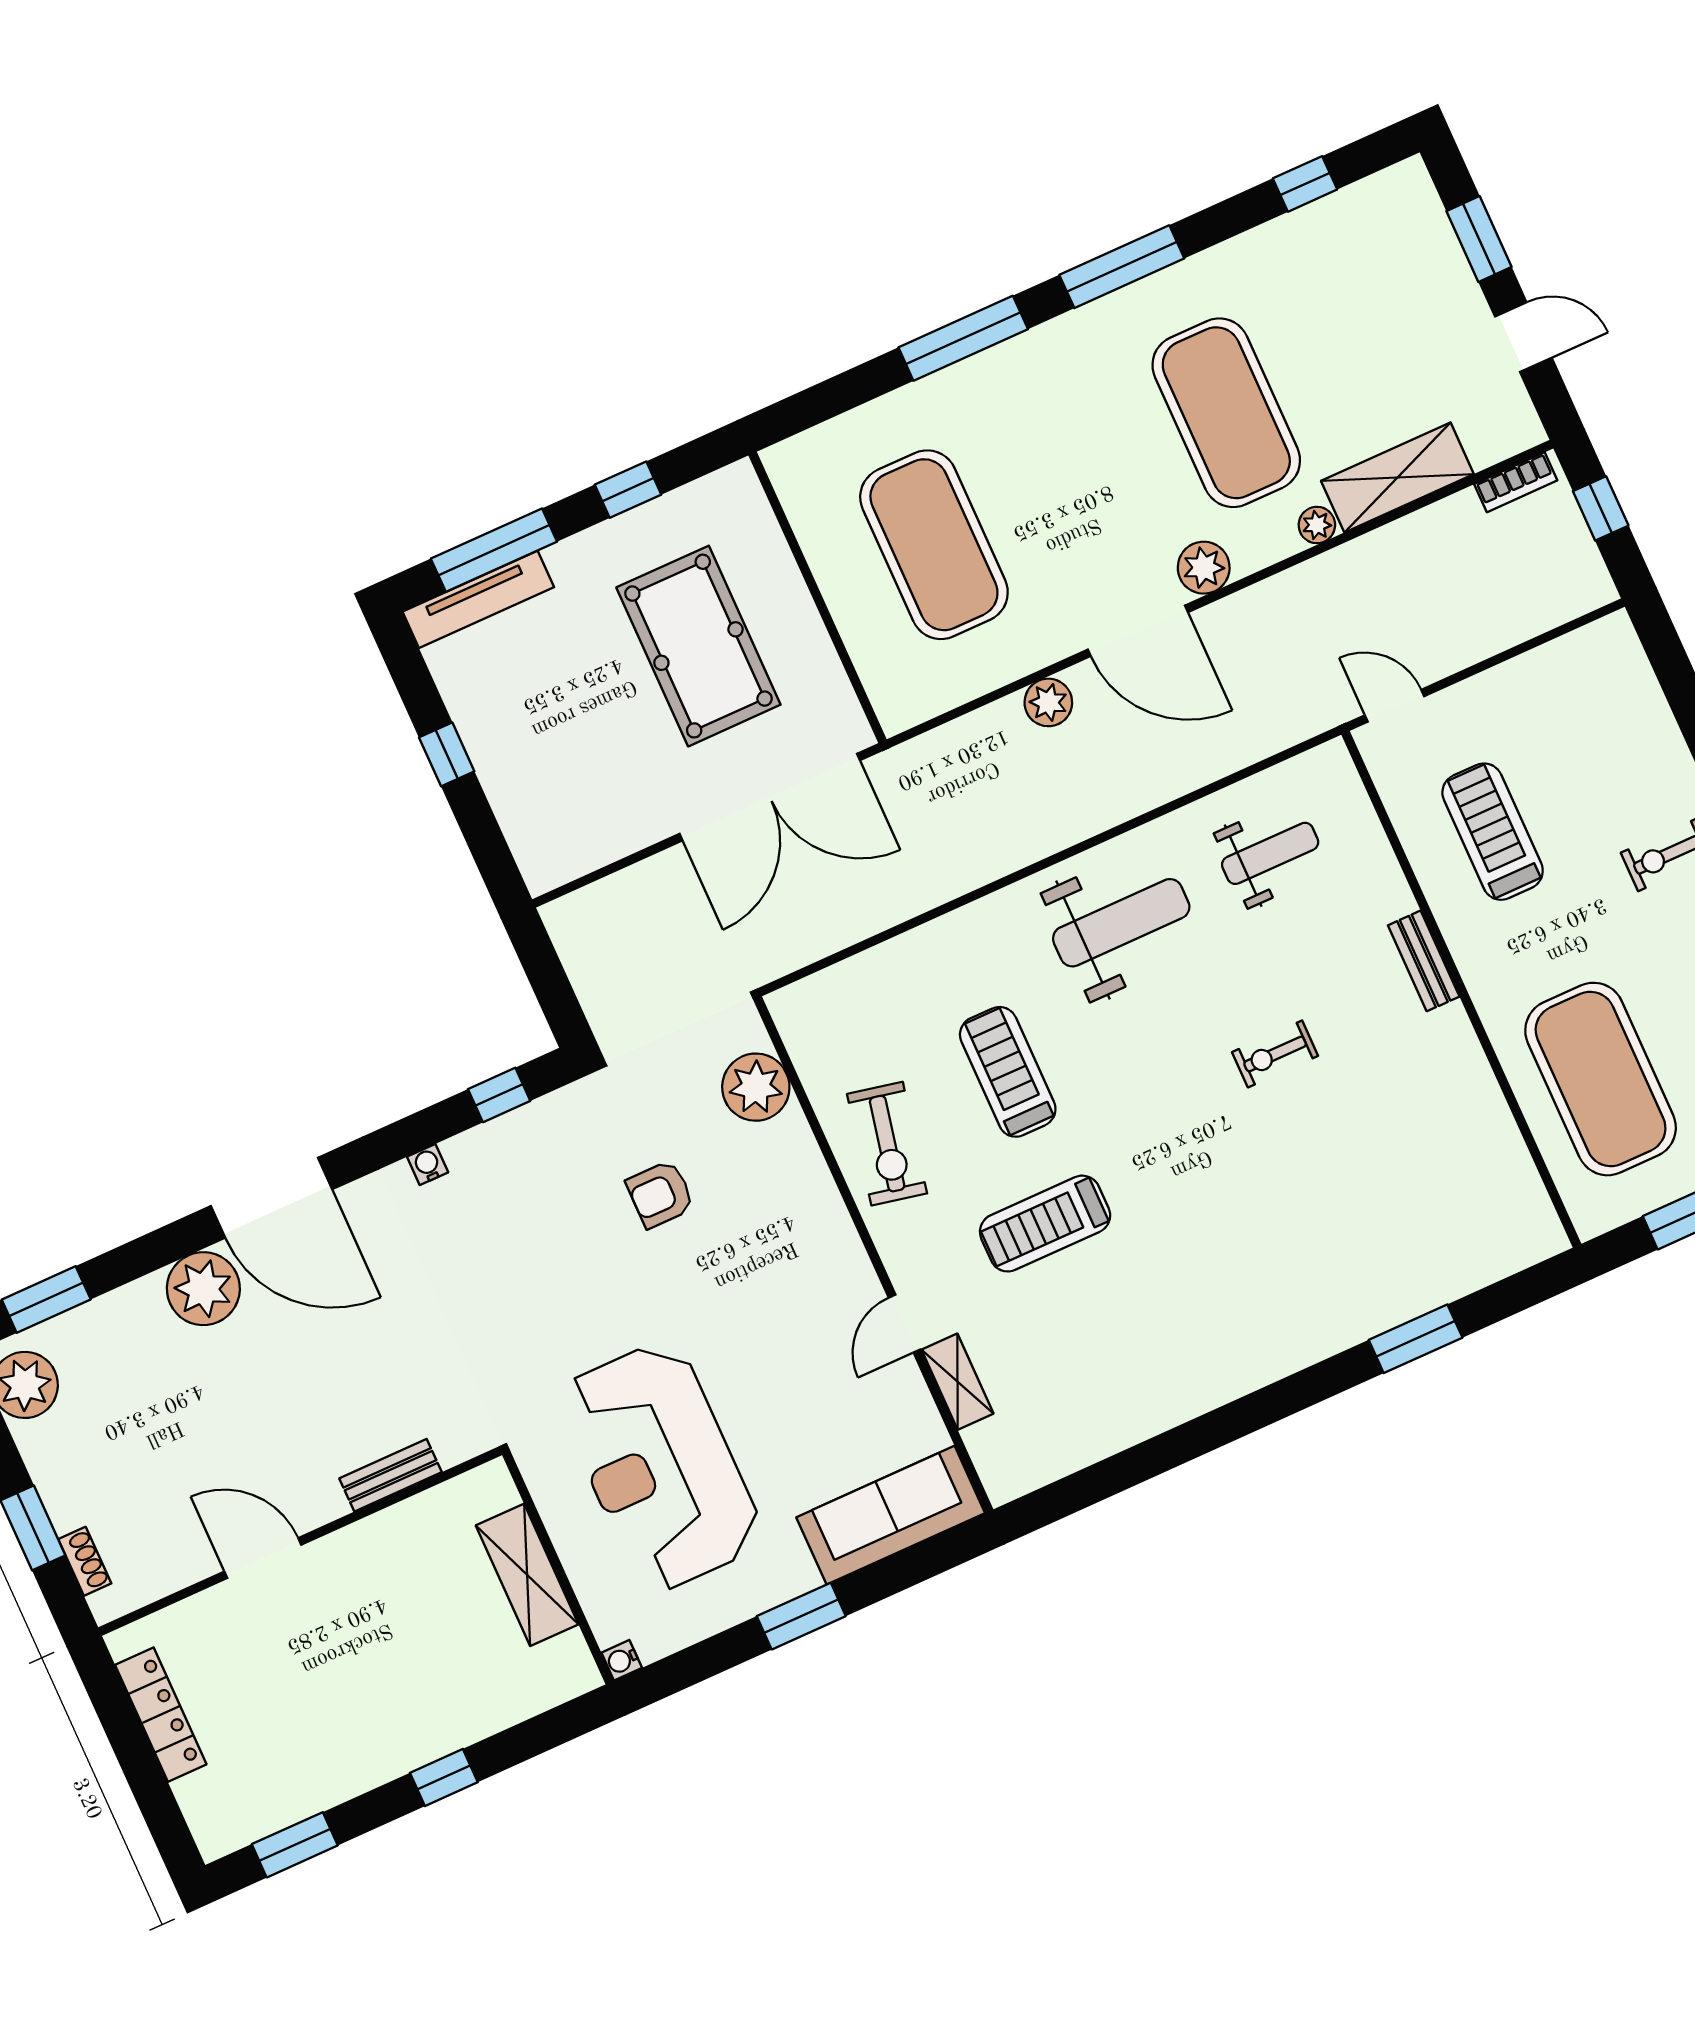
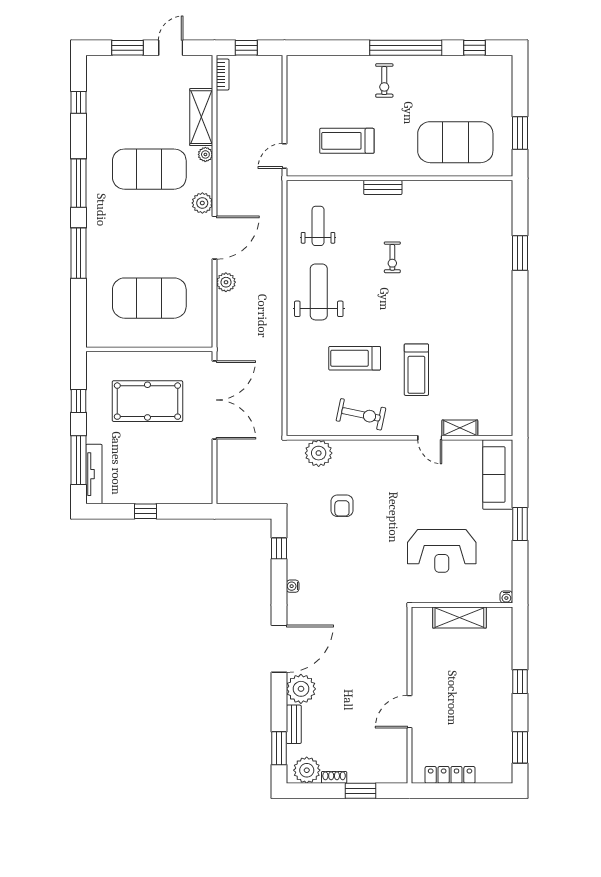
reception desk: (660, 1467) -> (442, 551), width x0.74, depth x0.77
bench: (391, 1475) -> (294, 724), moved
shoe rack: (85, 1561) -> (334, 777), moved

